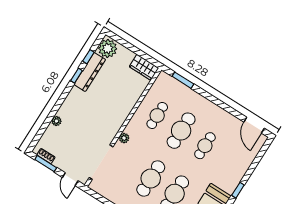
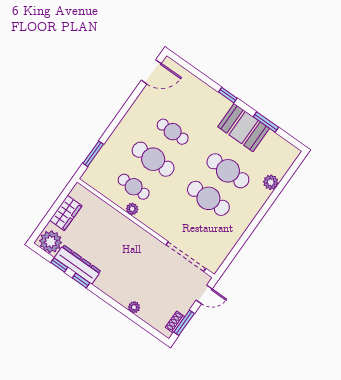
wardrobe: (144, 67) -> (66, 213), moved
plant: (124, 138) -> (132, 209), moved

